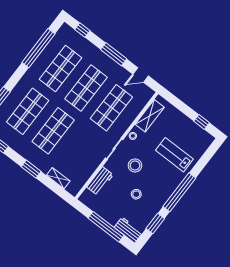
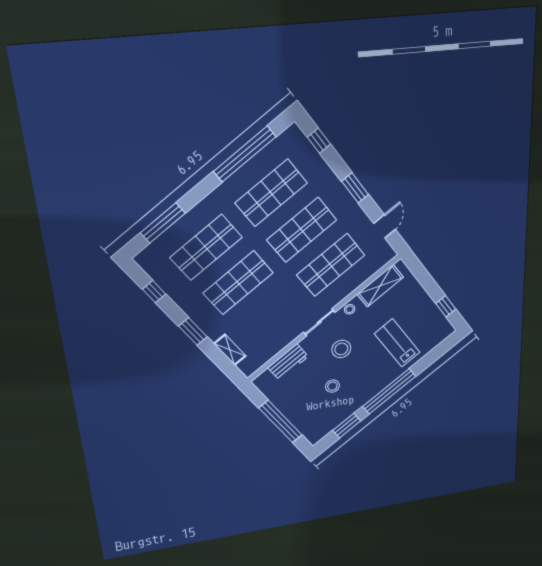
window: (114, 54) -> (355, 188), width x0.69
door: (141, 75) -> (385, 226), swing flipped
workbench: (128, 230) -> (309, 429), removed

